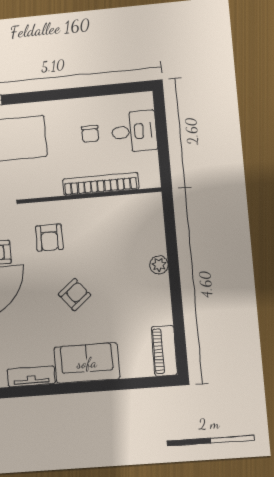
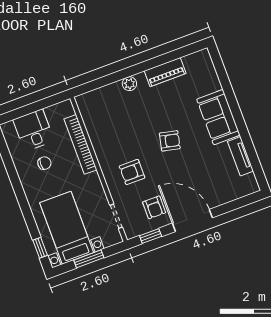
armchair: (49, 238) -> (132, 172), turned 180
armchair: (74, 295) -> (170, 141), turned 141
piano: (164, 351) -> (165, 72), moved

